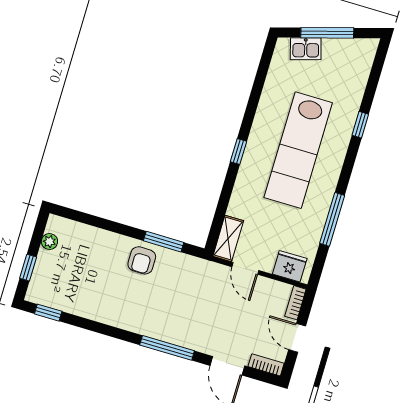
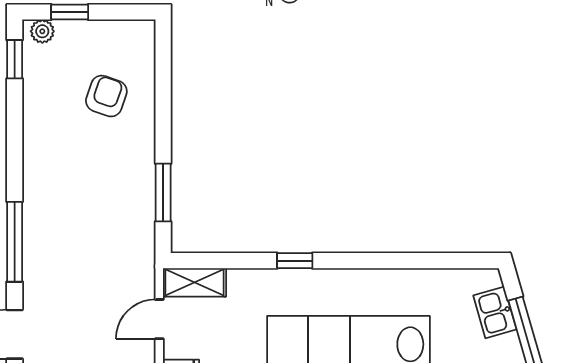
window: (239, 152) -> (295, 261), moved
plant: (49, 242) -> (42, 31), moved
armchair: (142, 260) -> (106, 96), moved, turned 109

